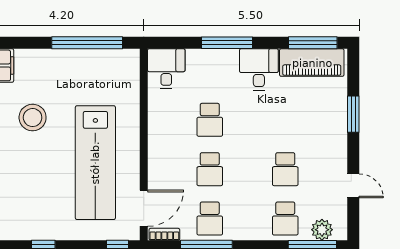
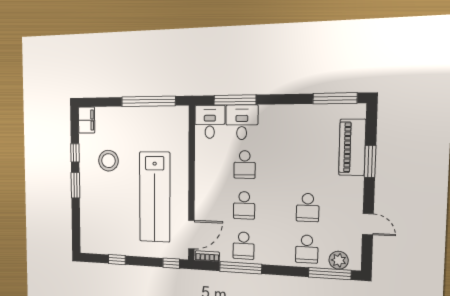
window: (227, 43) -> (235, 100), moved
piano: (312, 63) -> (352, 147), moved, turned 90
desk: (259, 69) -> (242, 122), moved

